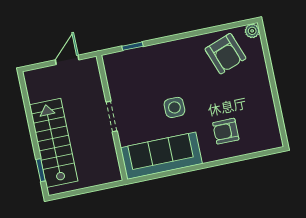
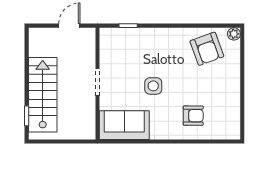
armchair: (226, 131) -> (193, 116), turned 180
sofa: (161, 156) -> (124, 125), width x0.73

